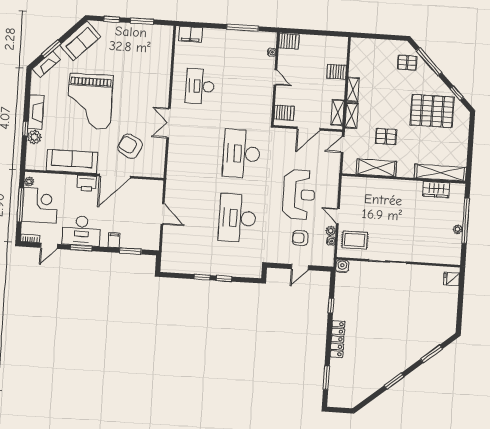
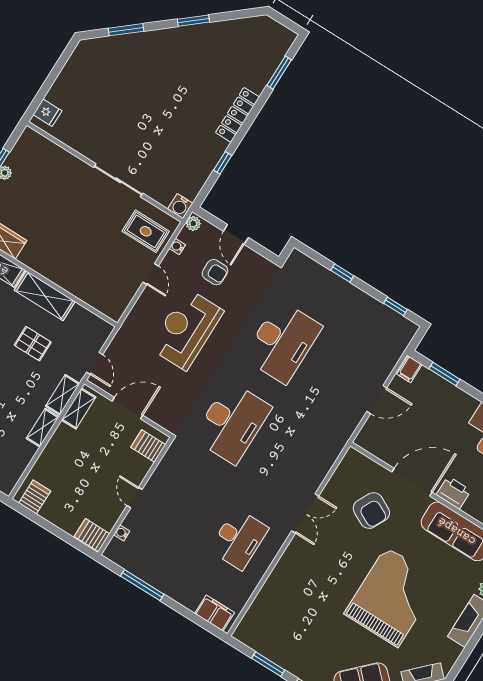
server rack: (337, 72) -> (35, 497), moved, turned -90
door: (343, 145) -> (95, 363), hinge flipped
shelving: (376, 168) -> (45, 296), moved
door: (163, 214) -> (377, 400), swing flipped
plant: (331, 231) -> (193, 223), moved
filing cabinet: (114, 240) -> (409, 369), moved
door: (300, 267) -> (236, 234), swing flipped
window: (202, 277) -> (395, 306), moved

